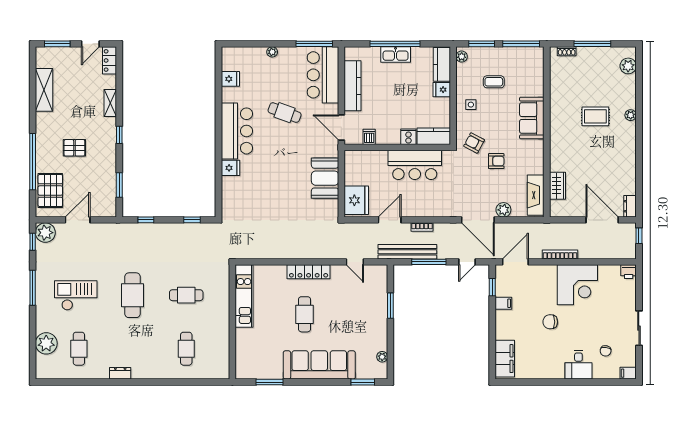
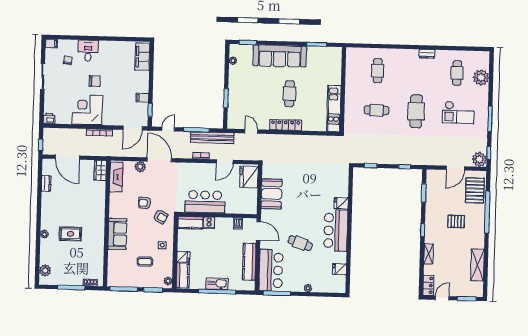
wardrobe: (557, 186) -> (100, 170), moved
dresser: (630, 206) -> (46, 183), moved
chair: (550, 322) -> (95, 81), moved

